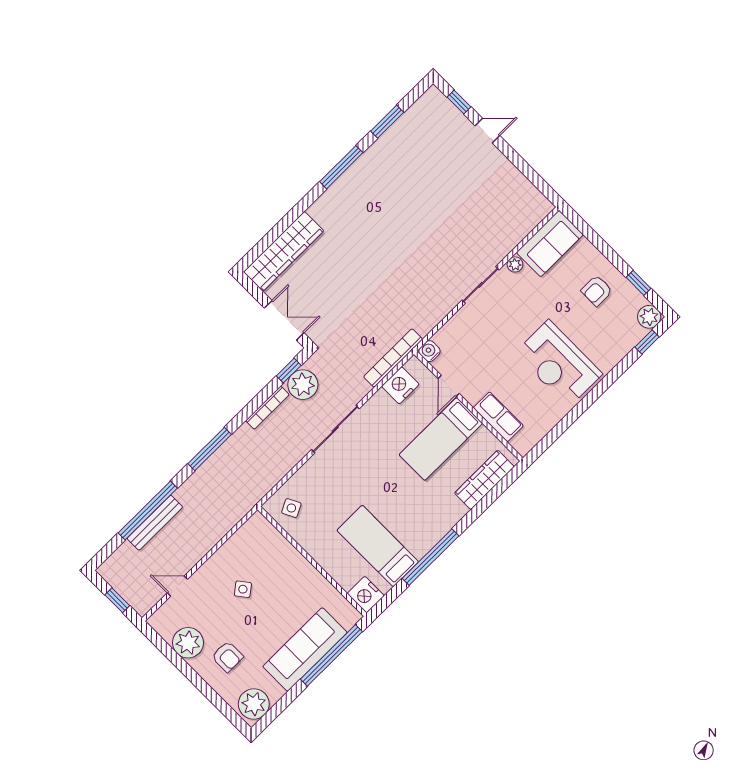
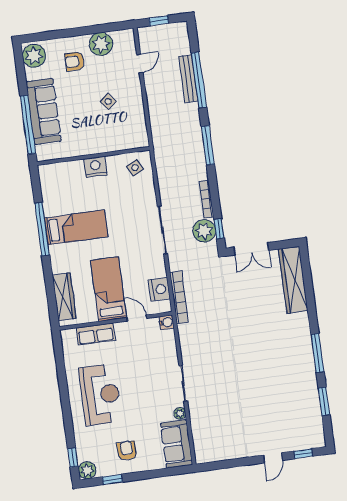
reception desk: (559, 363) -> (100, 395), turned 90
bed: (378, 546) -> (76, 227), moved
nightstand: (366, 595) -> (95, 167), moved

